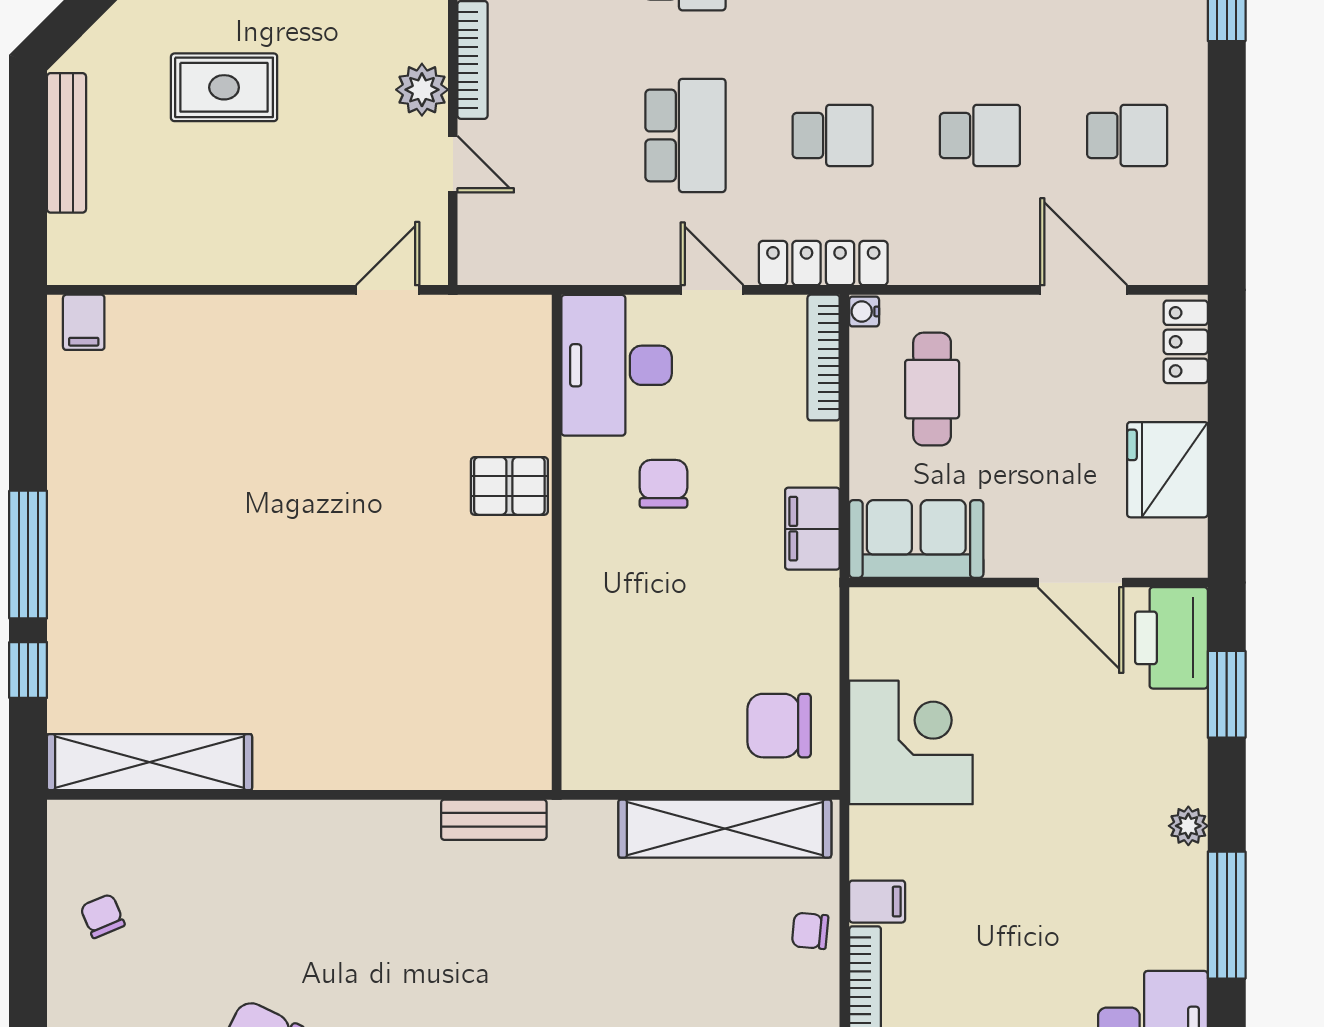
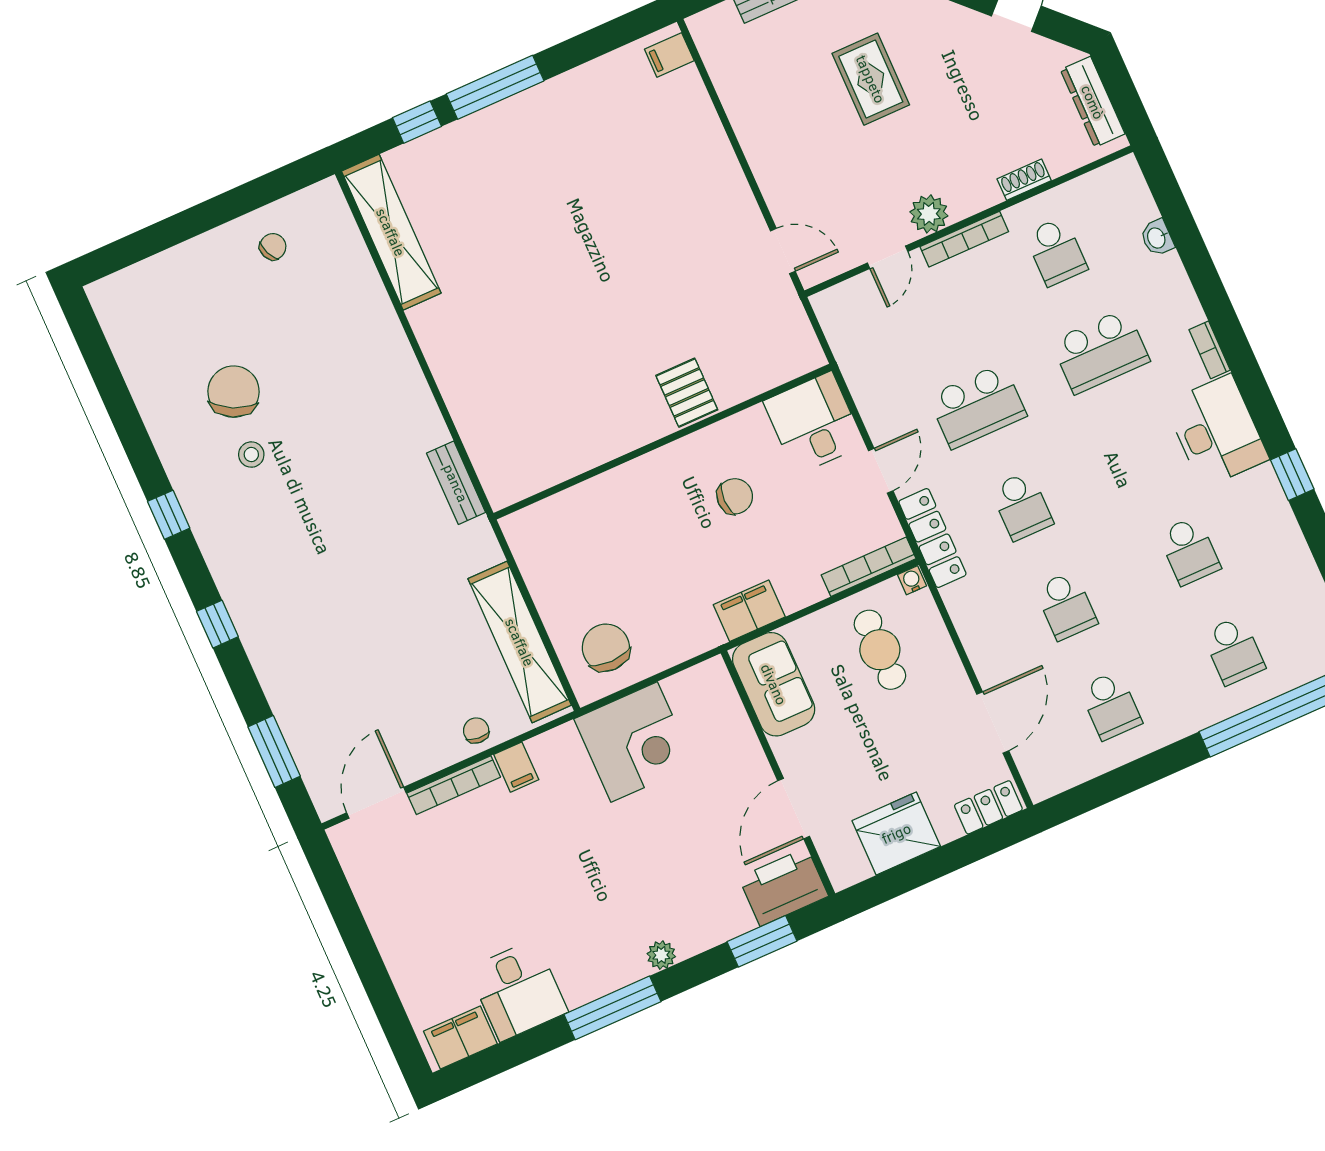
desk: (617, 365) -> (814, 423), width x0.73
cafe table: (932, 389) -> (880, 650), turned 90

